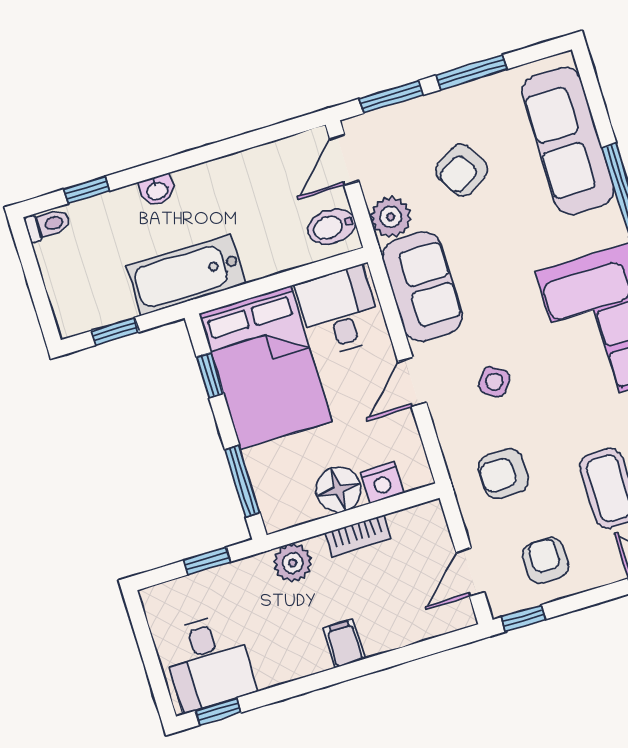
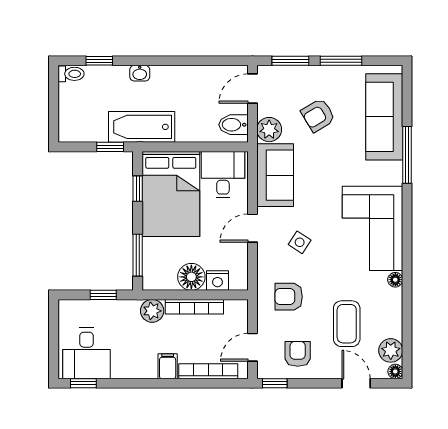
window: (115, 331) -> (110, 147), moved
bookcase: (358, 536) -> (194, 307), width x1.56
bookcase: (411, 632) -> (208, 371), added

